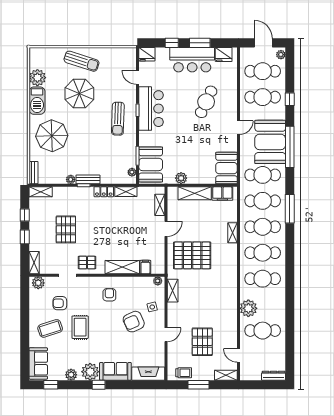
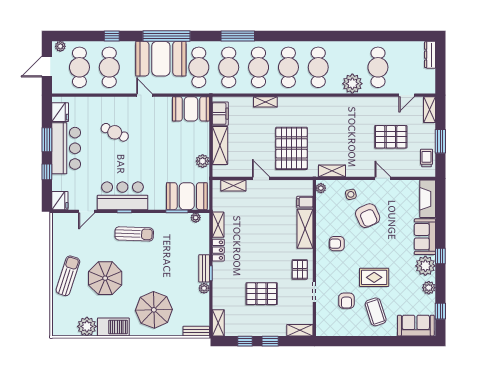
cafe table: (206, 102) -> (115, 132), width x0.73, depth x0.74
plant: (38, 283) -> (323, 326), removed

